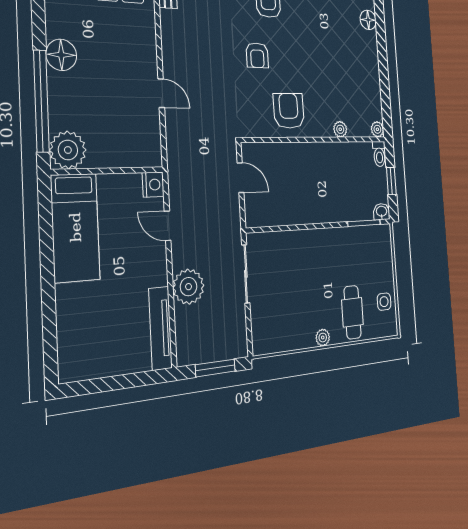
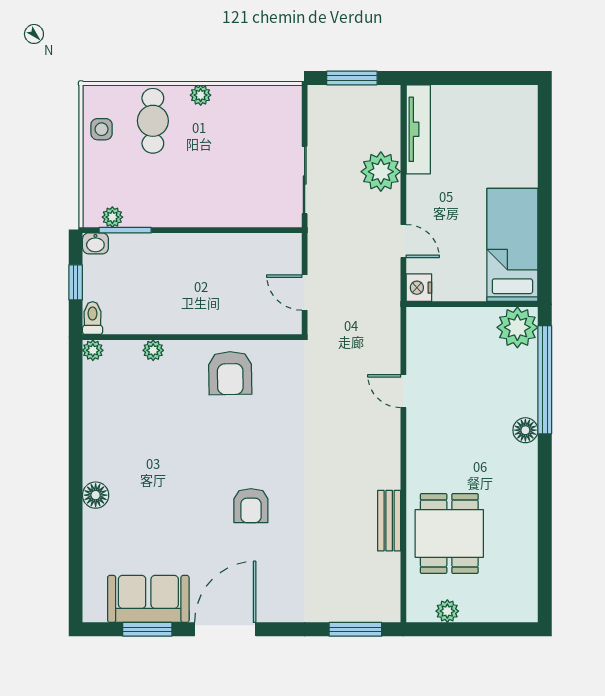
floor lamp: (61, 55) -> (525, 430), width x0.73, depth x0.73
armchair: (257, 55) -> (271, 440), removed
plant: (373, 233) -> (112, 217), added

